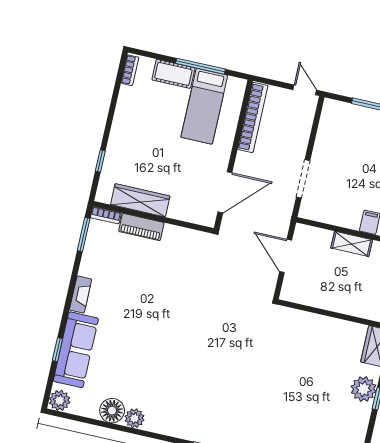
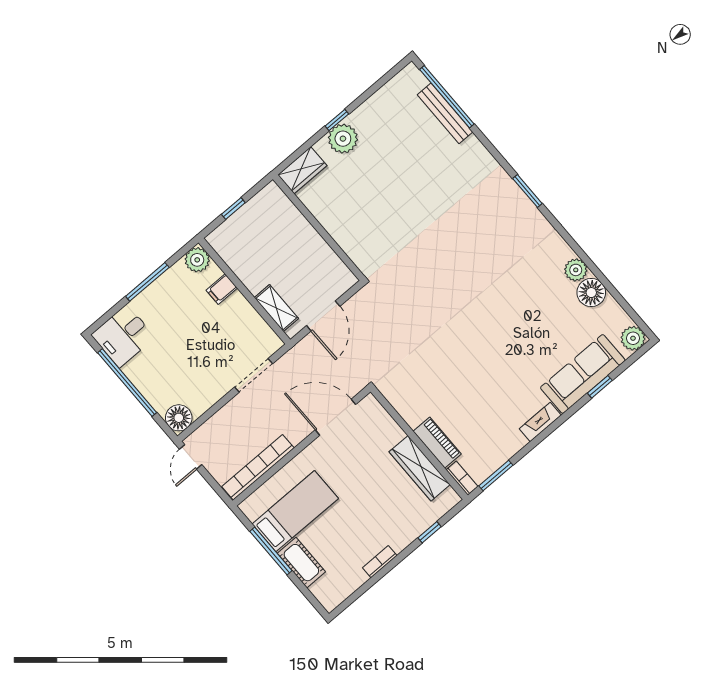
bookcase: (130, 70) -> (380, 562), moved
floor lamp: (333, 111) -> (179, 418), added
shelving: (352, 244) -> (276, 308), moved

